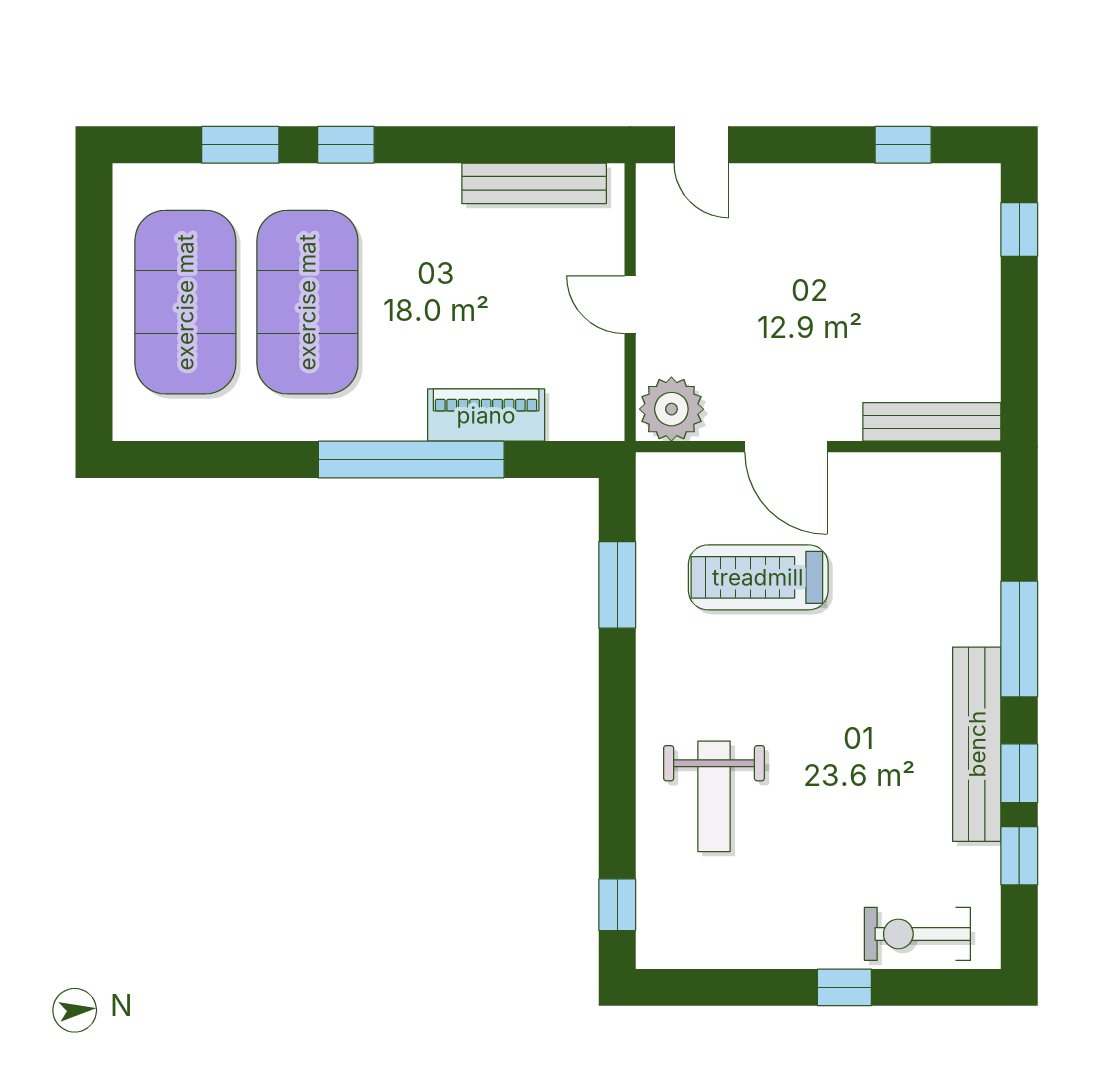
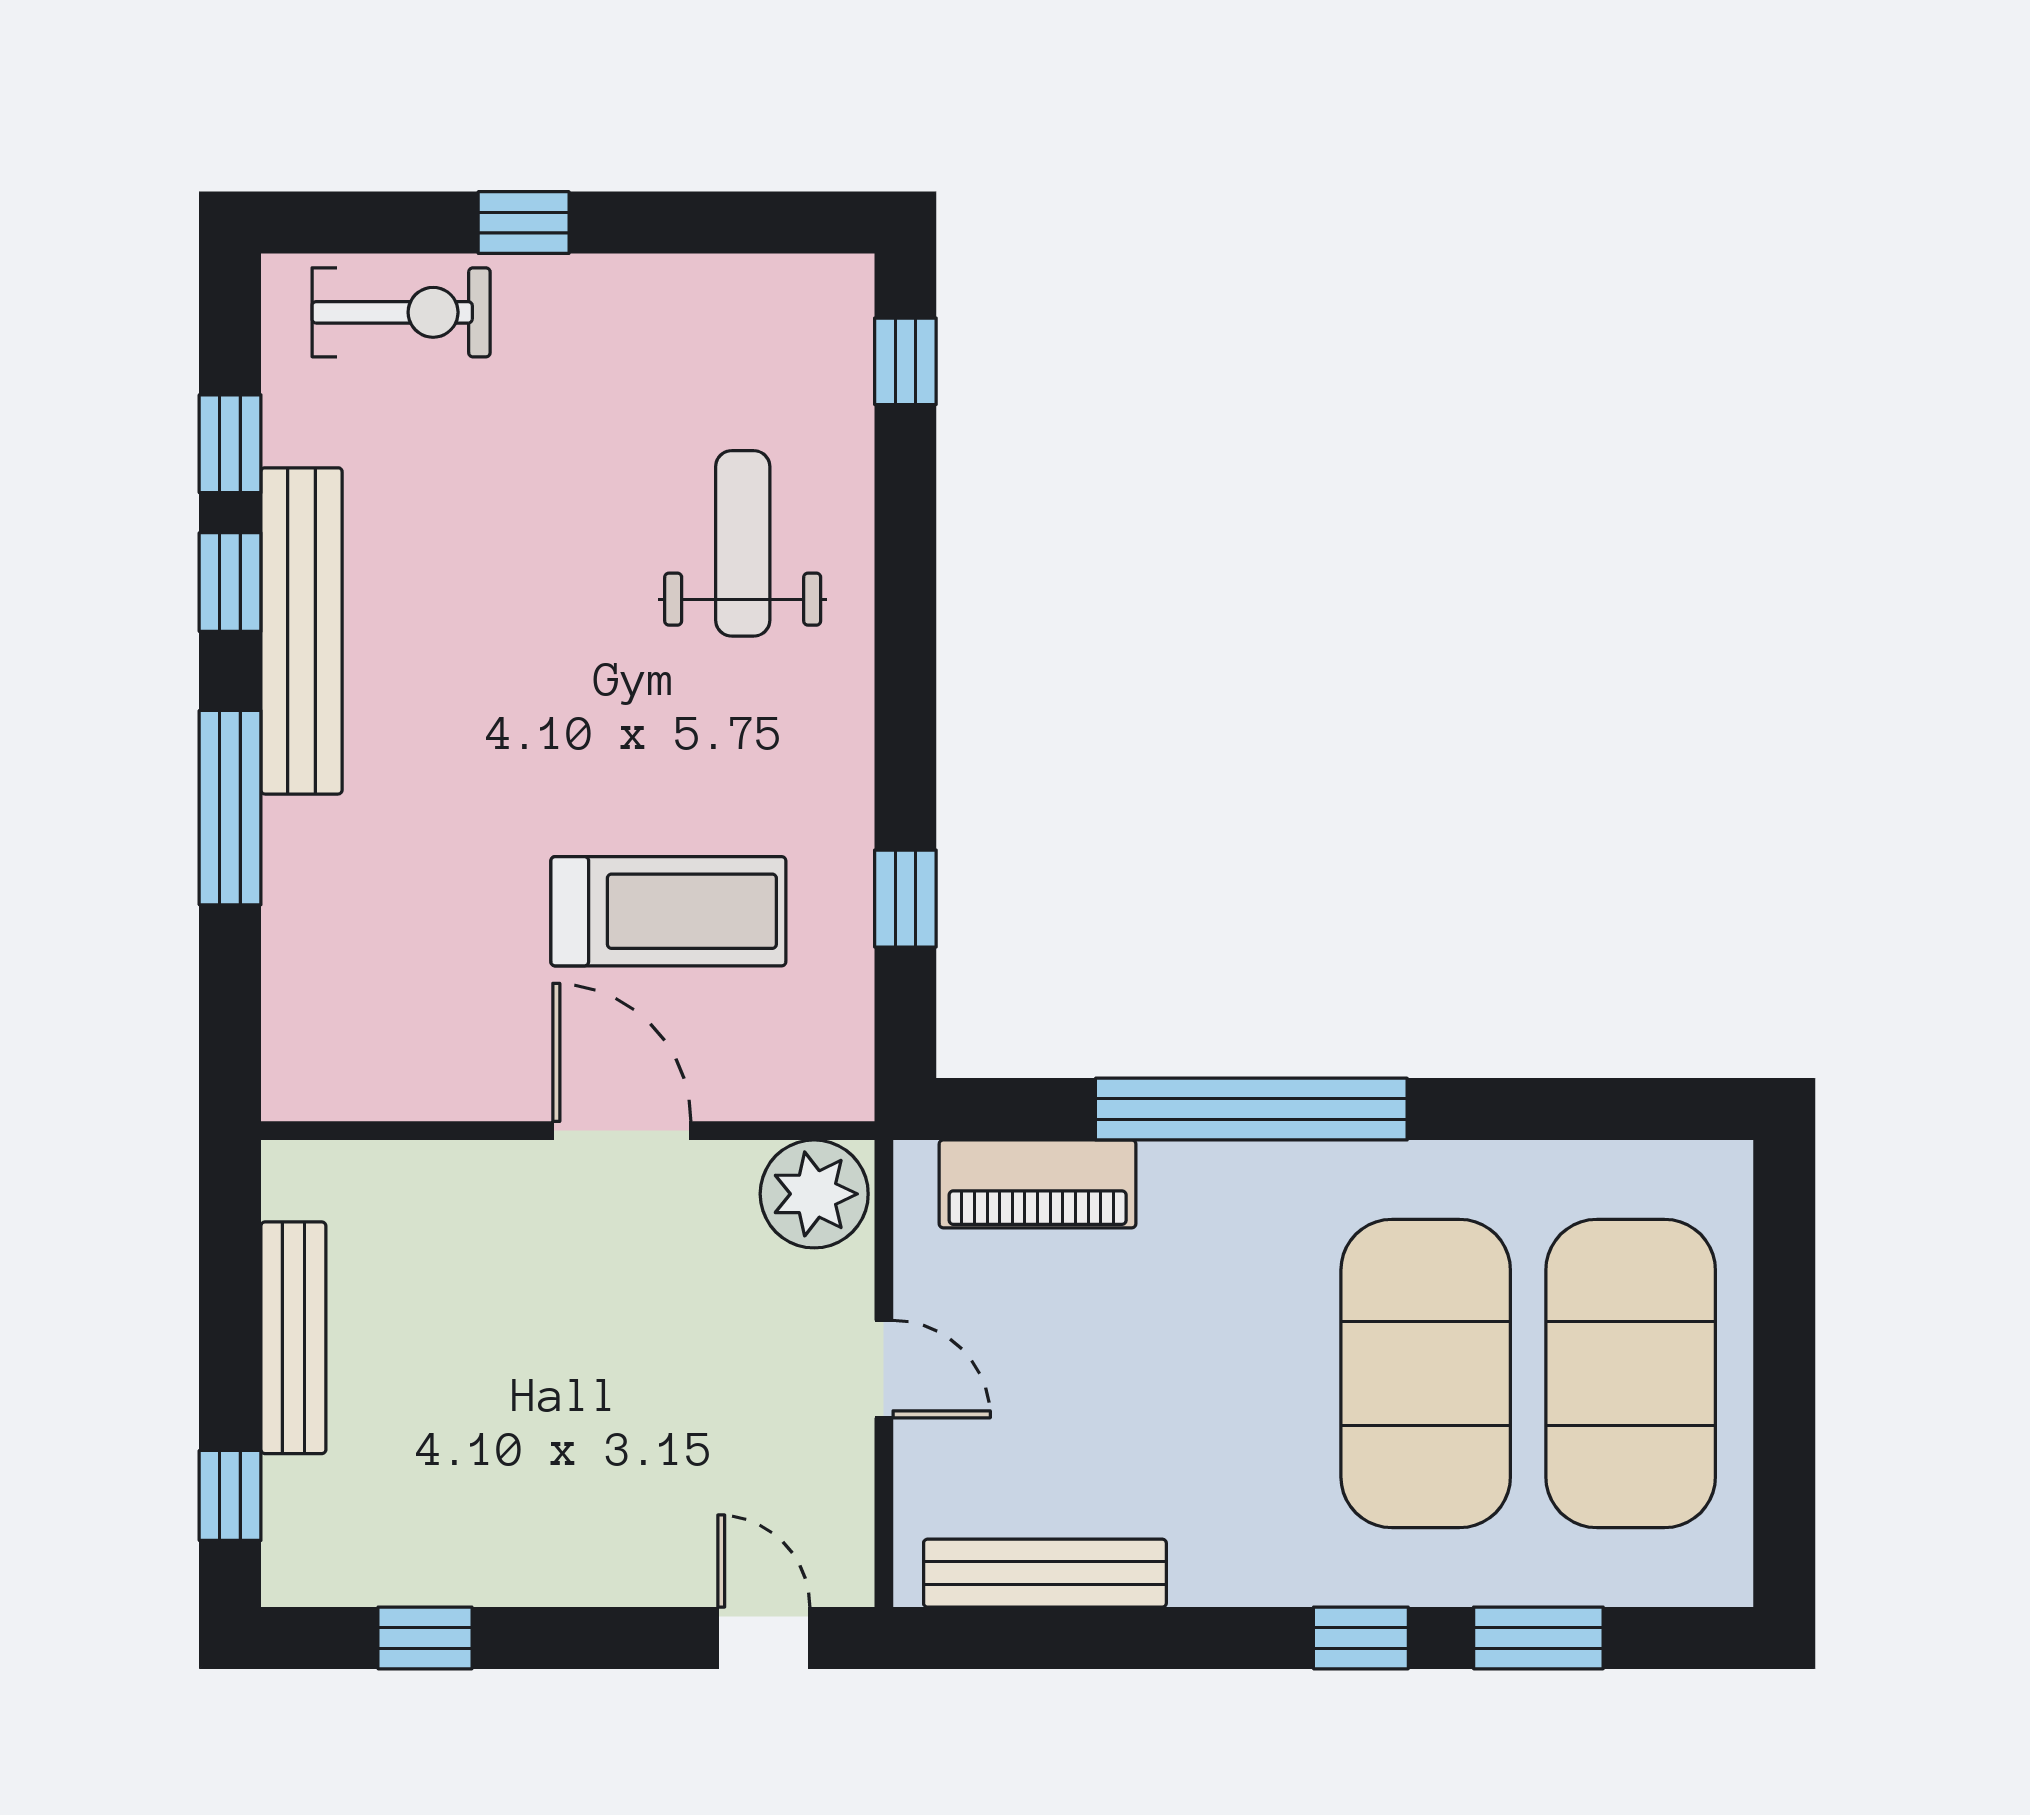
piano: (486, 415) -> (1038, 1184), moved
bench: (932, 422) -> (293, 1338), moved, turned 90
window: (617, 585) -> (905, 899), width x0.67

